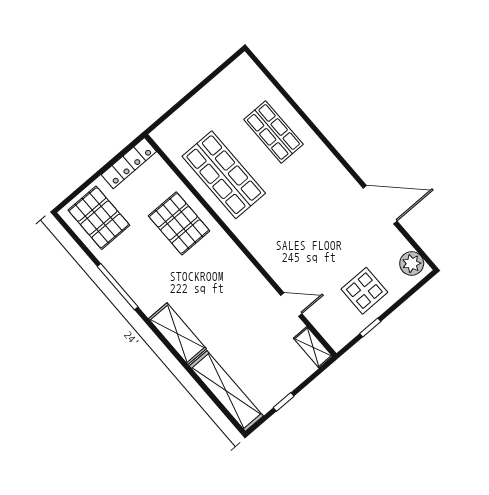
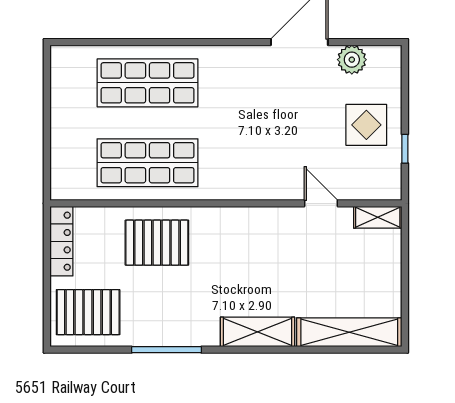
shop shelf: (273, 132) -> (147, 83), width x1.43, depth x1.36
plant: (412, 263) -> (352, 60), moved
door: (291, 305) -> (321, 203), hinge flipped
window: (284, 402) -> (405, 288), removed

